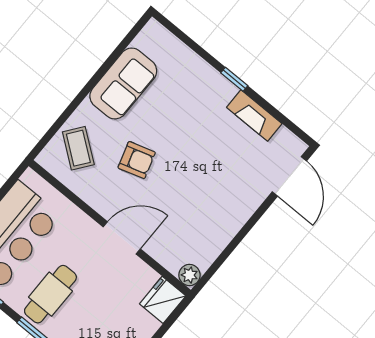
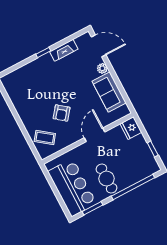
sofa: (123, 83) -> (109, 92), moved, turned 180
armchair: (137, 160) -> (62, 113), turned 145
plant: (189, 275) -> (102, 68), moved

